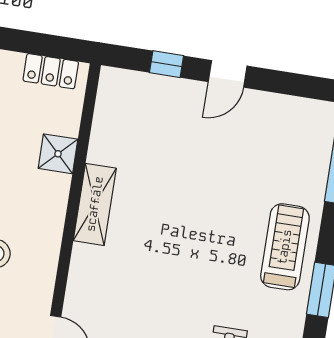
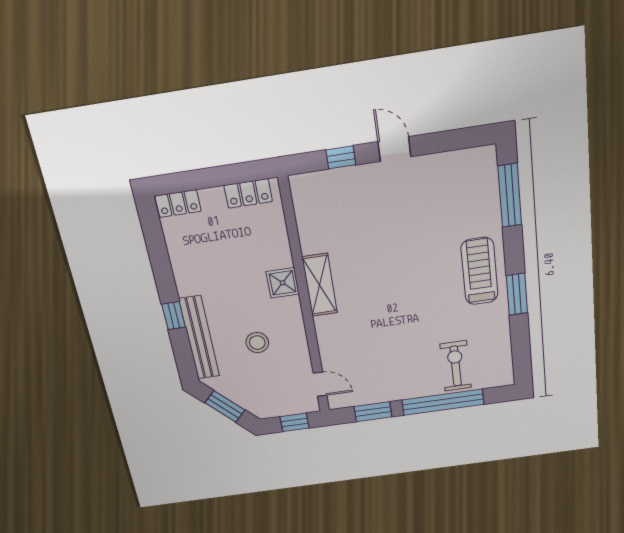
door: (228, 74) -> (394, 149), swing flipped
shower: (58, 154) -> (283, 283), moved

